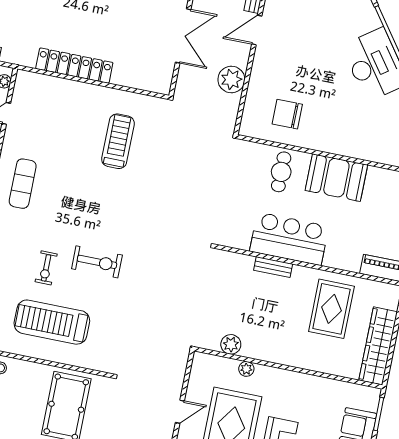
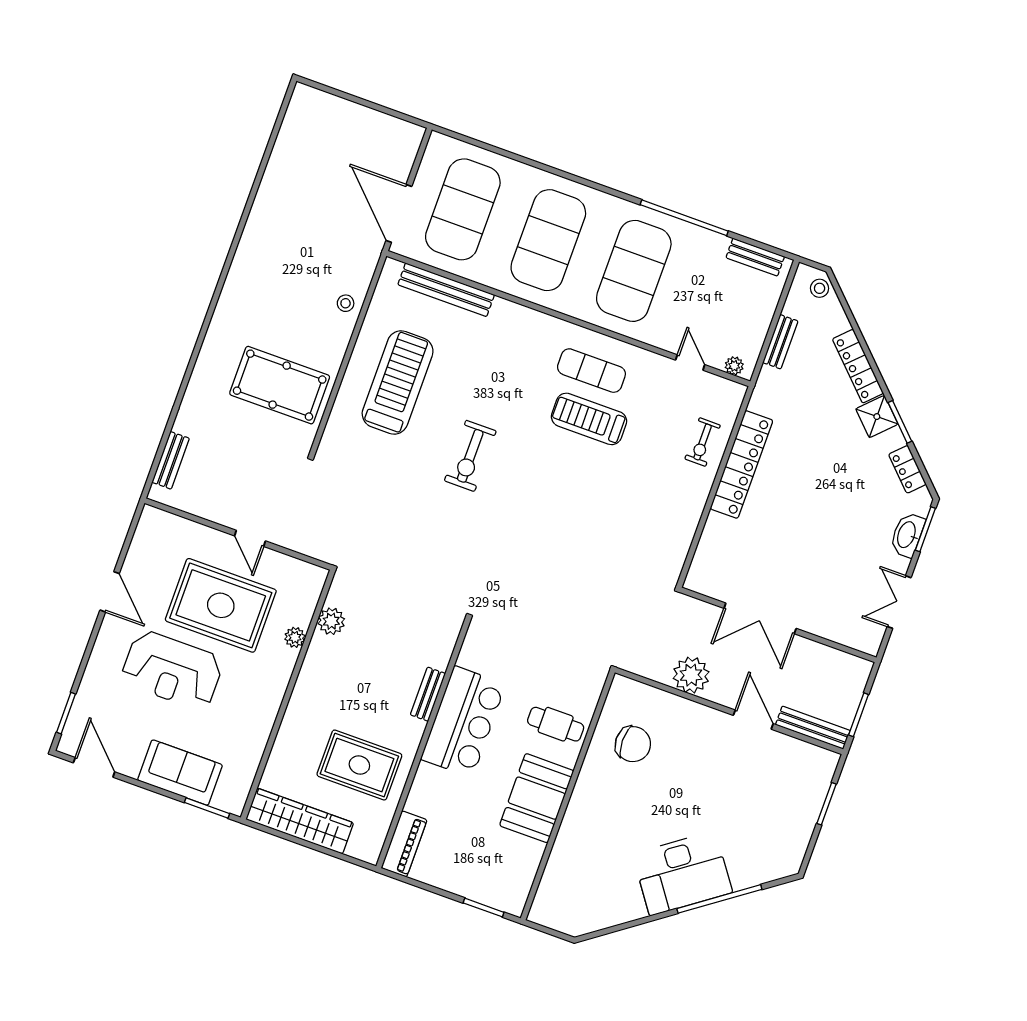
chair: (287, 114) -> (633, 744), turned 90
treadmill: (118, 141) -> (589, 419), moved, turned 180
exercise bike: (46, 268) -> (703, 442), moved, turned -90

